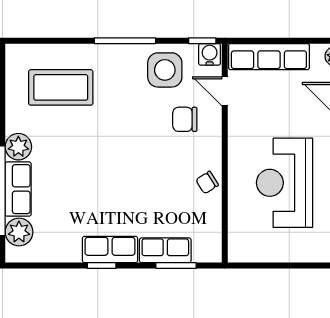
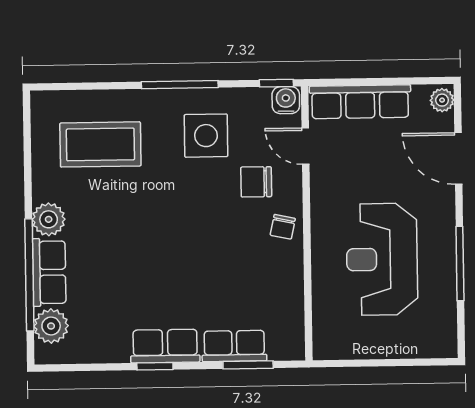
side table: (165, 70) -> (206, 136), moved
chair: (207, 182) -> (283, 227), moved, turned -46

